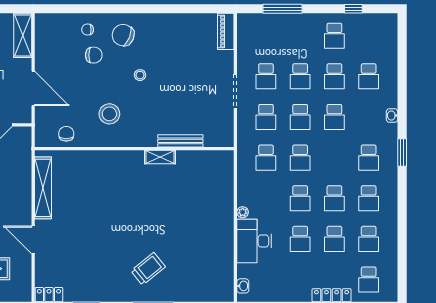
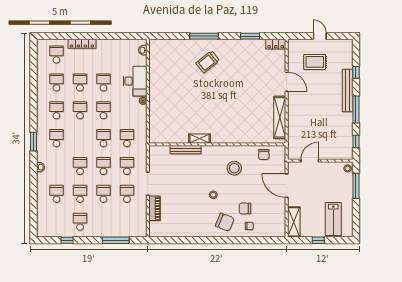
piano: (226, 31) -> (154, 208), moved

